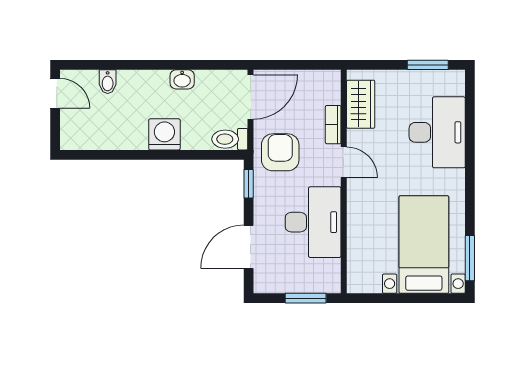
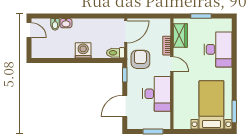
window: (428, 65) -> (201, 16), moved
washbasin: (182, 79) -> (66, 23), moved

